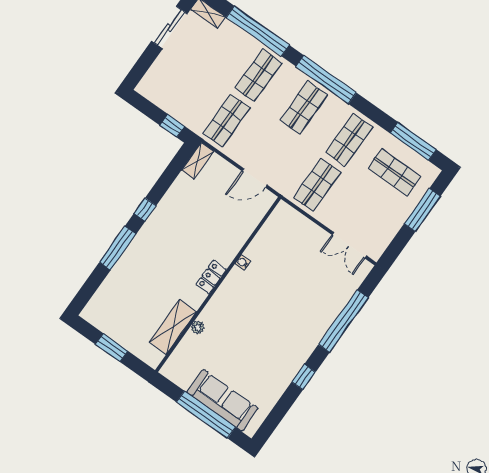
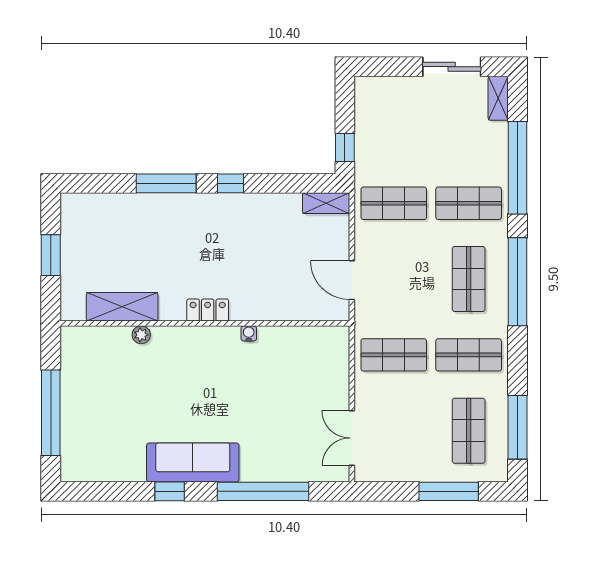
shop shelf: (304, 108) -> (469, 279), turned 90
sofa: (222, 400) -> (193, 462), moved, turned -90

